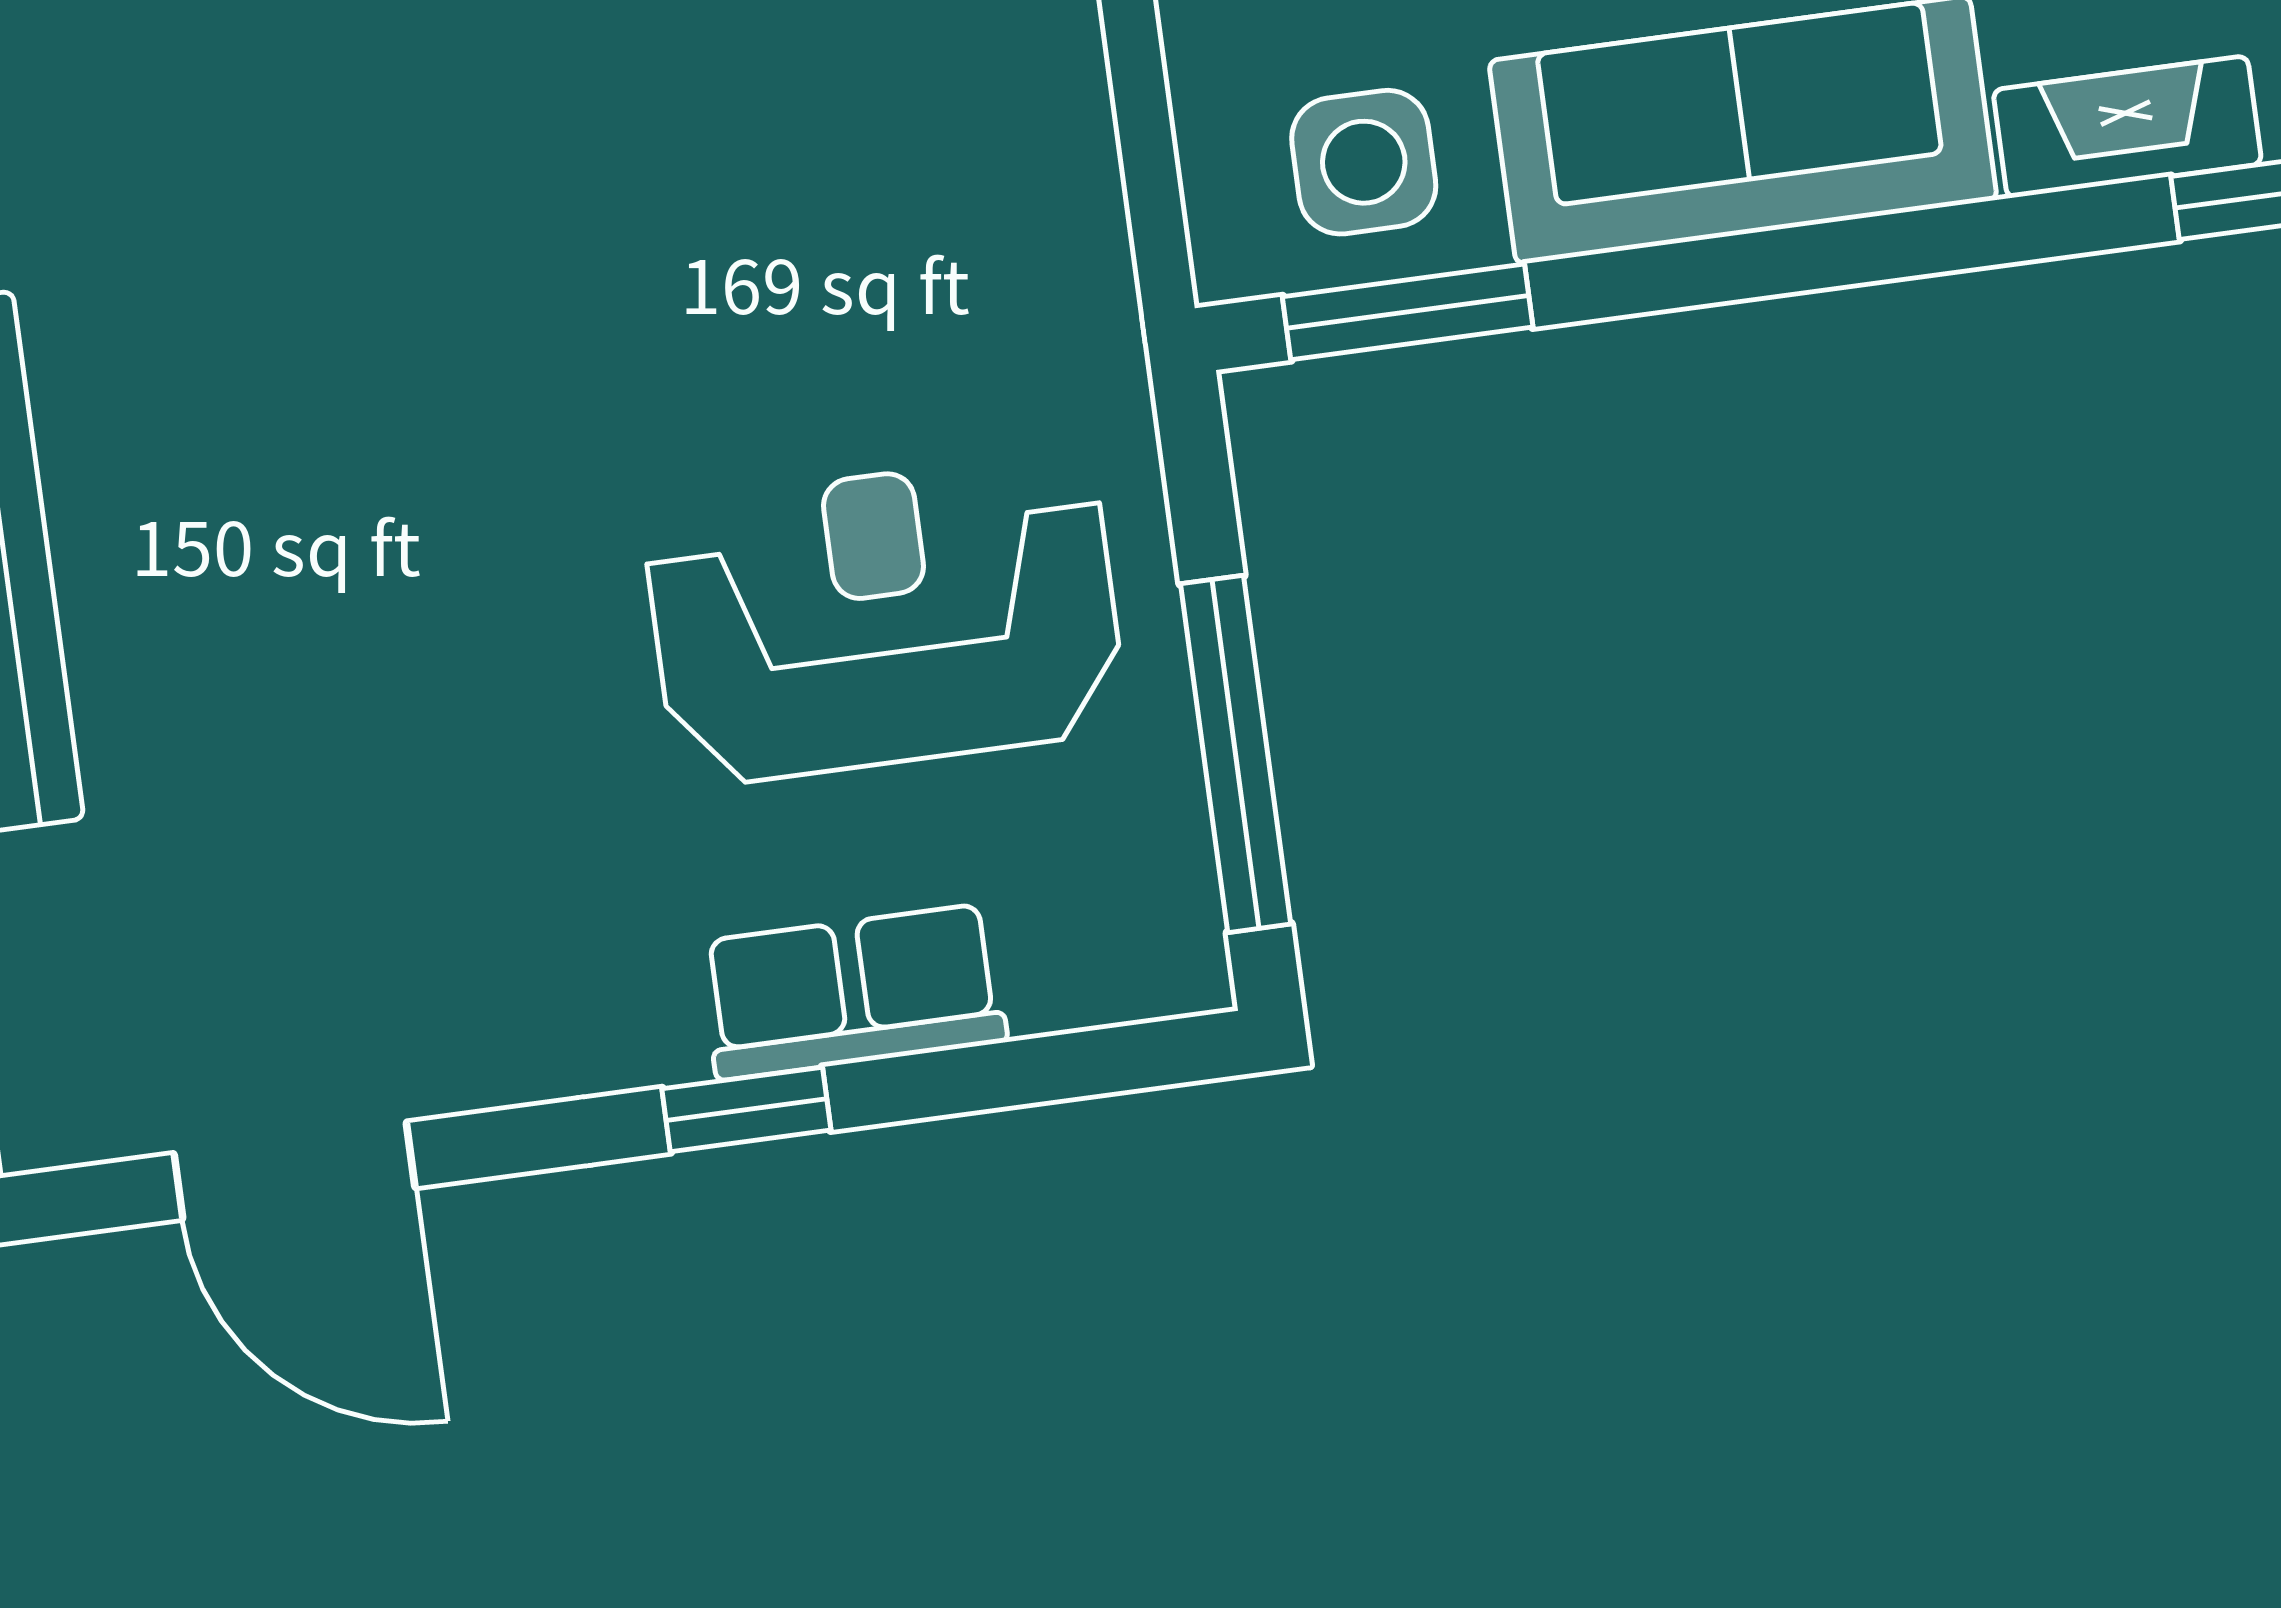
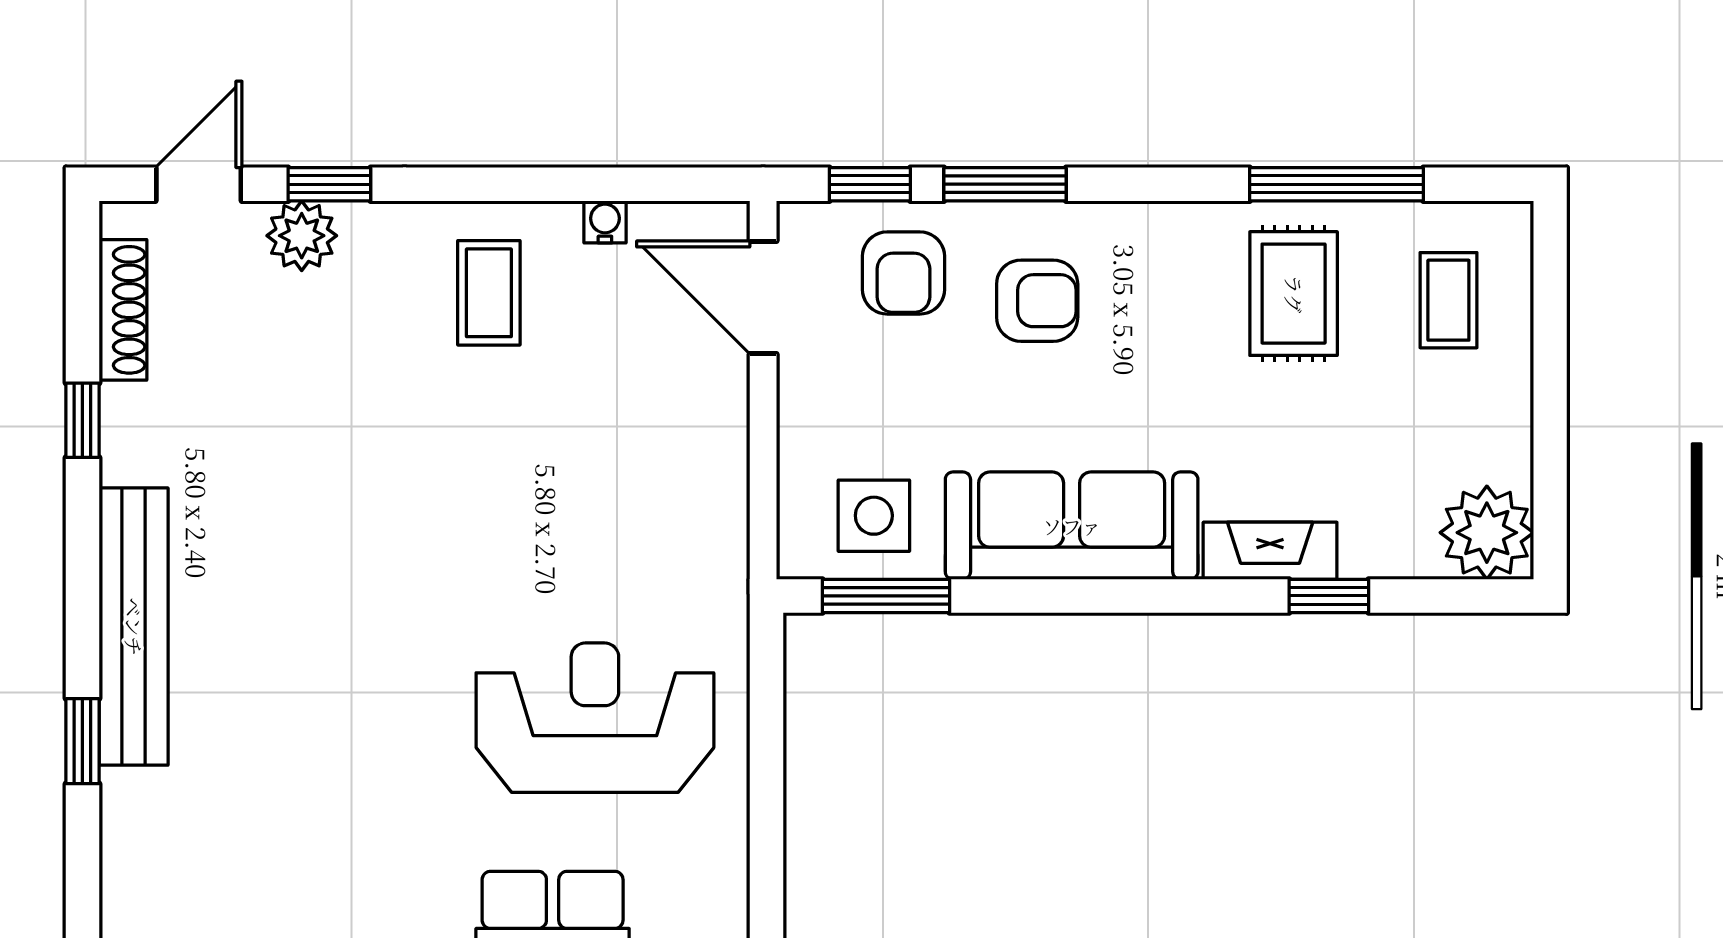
window: (1236, 754) -> (766, 812), removed

